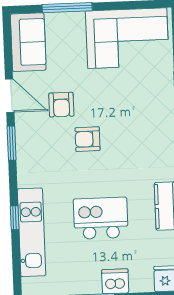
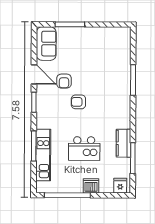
corner sofa: (127, 38) -> (104, 44), removed
window: (15, 218) -> (34, 146), width x2.17
kitchen island: (101, 218) -> (84, 149), turned 180

